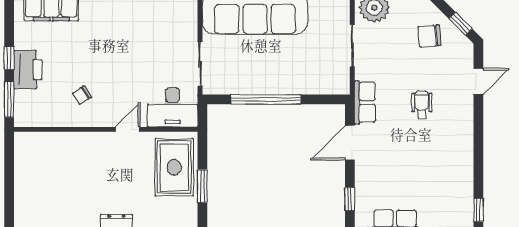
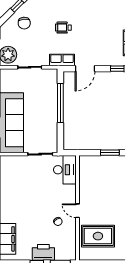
window: (266, 99) -> (60, 103), moved
door: (128, 129) -> (77, 211), moved
door: (350, 143) -> (85, 69), hinge flipped
rug: (174, 167) -> (98, 236), moved

